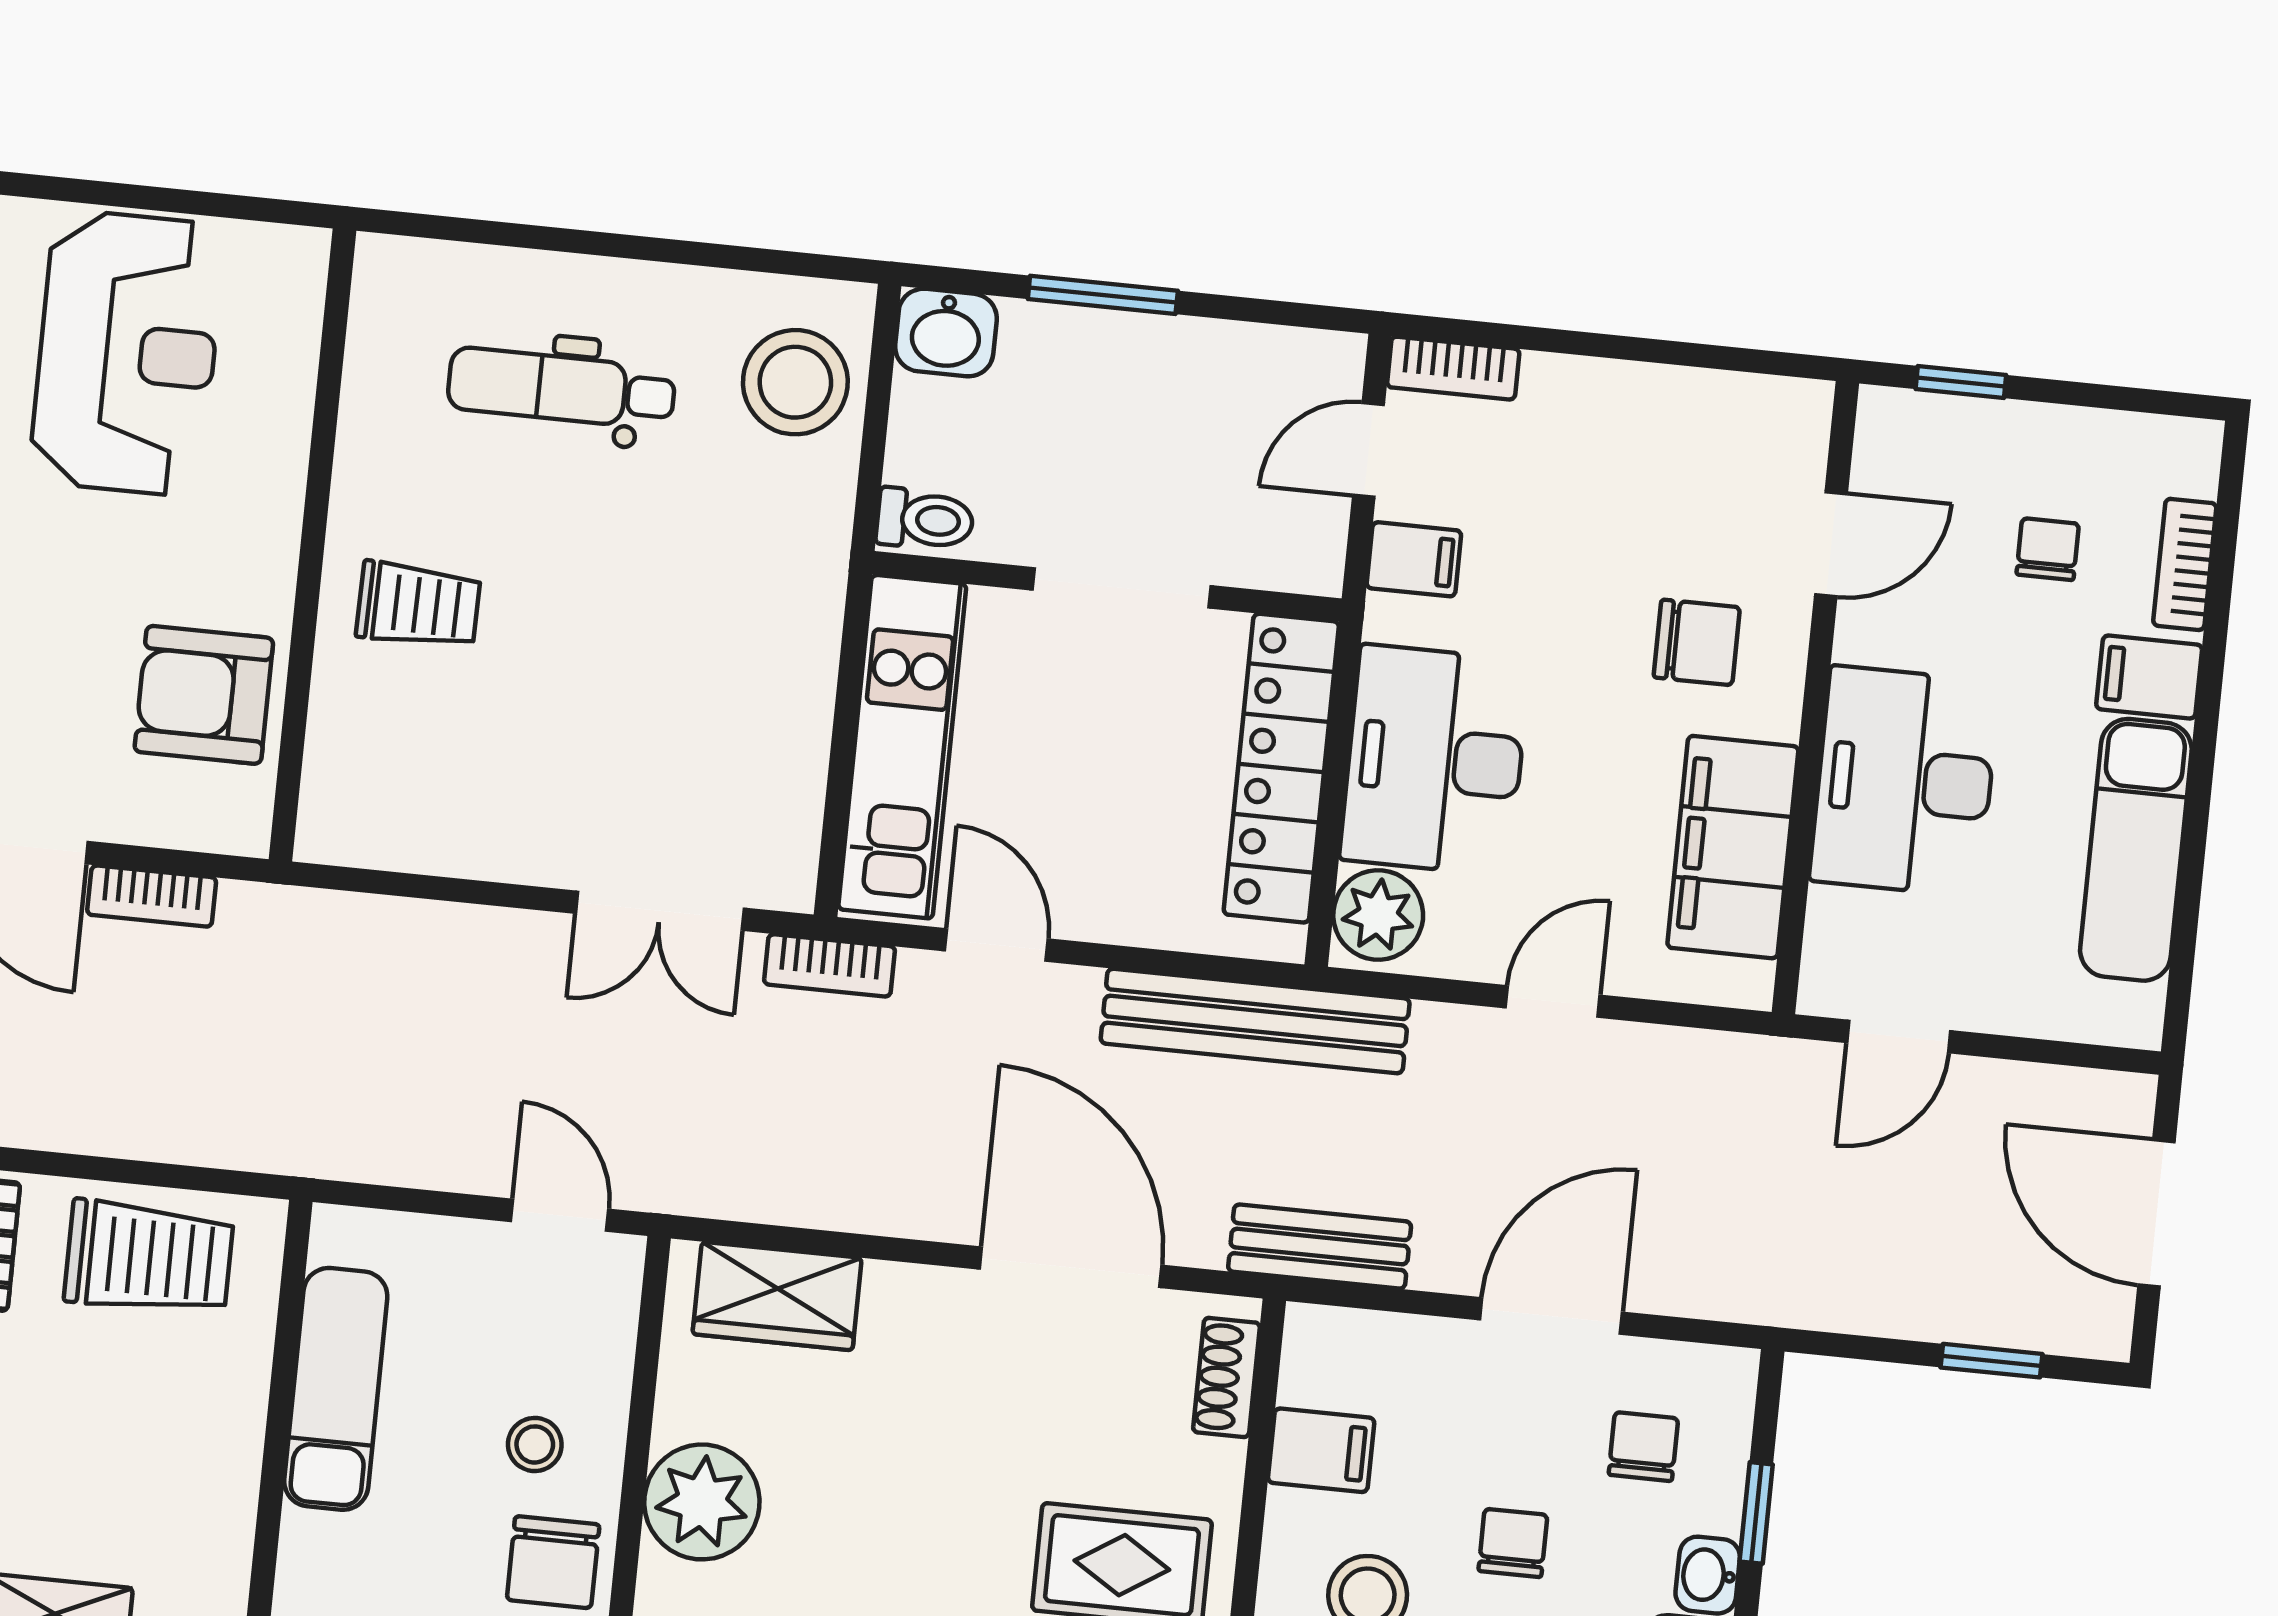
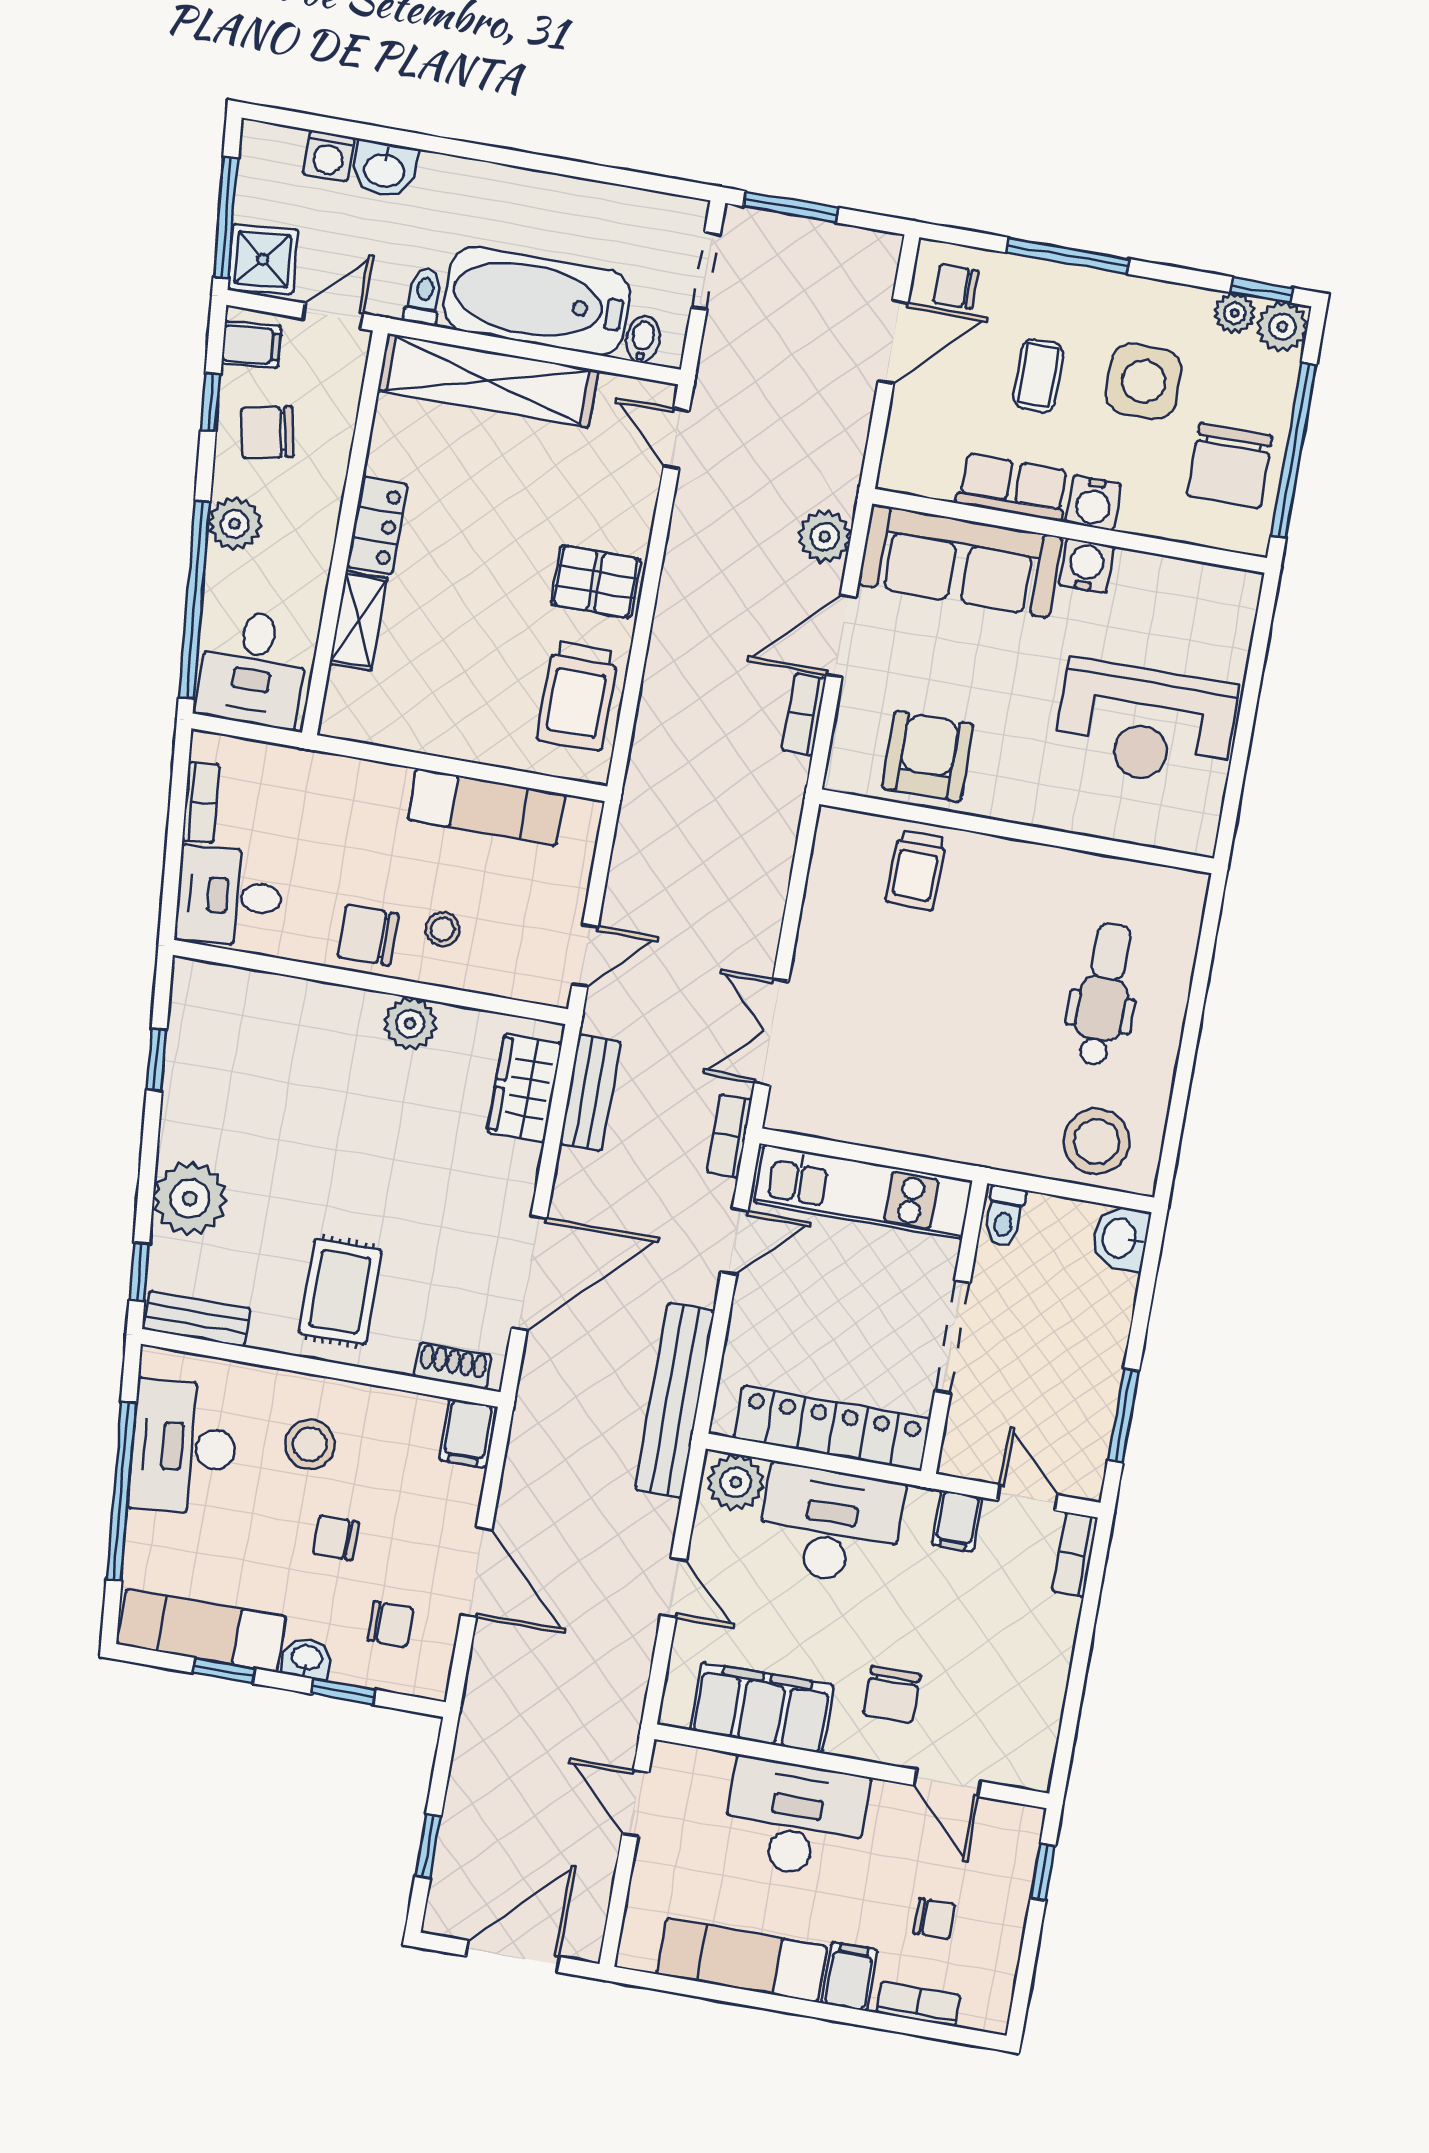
window: (1103, 295) -> (1123, 1415), moved
trolley: (418, 605) -> (916, 870), moved
bench: (1320, 1247) -> (590, 1093), moved
filing cabinet: (1321, 1450) -> (468, 1433), moved
plant: (702, 1502) -> (410, 1024), width x0.73, depth x0.73
chair: (1513, 1543) -> (336, 1538), turned 180

